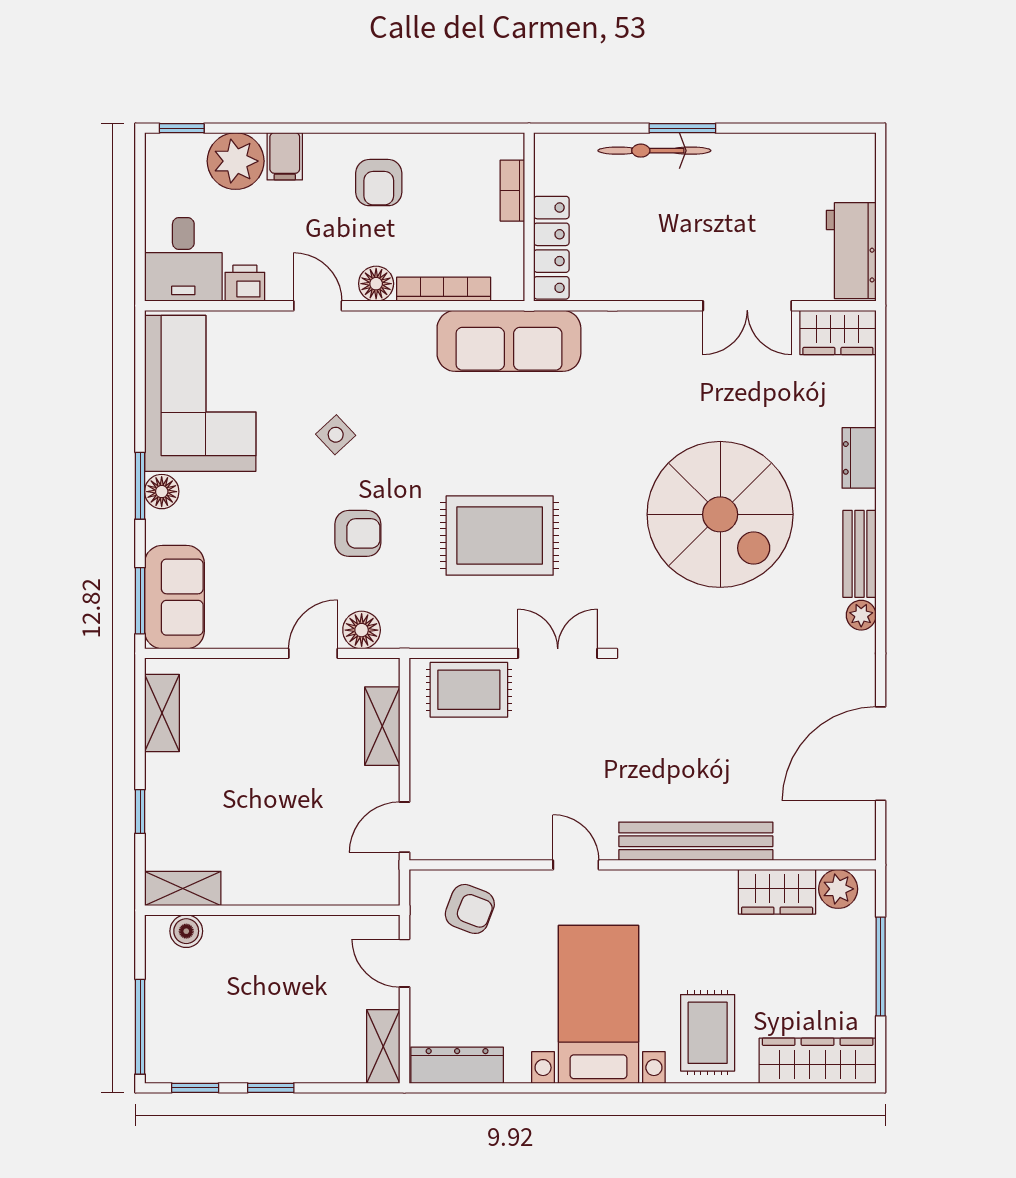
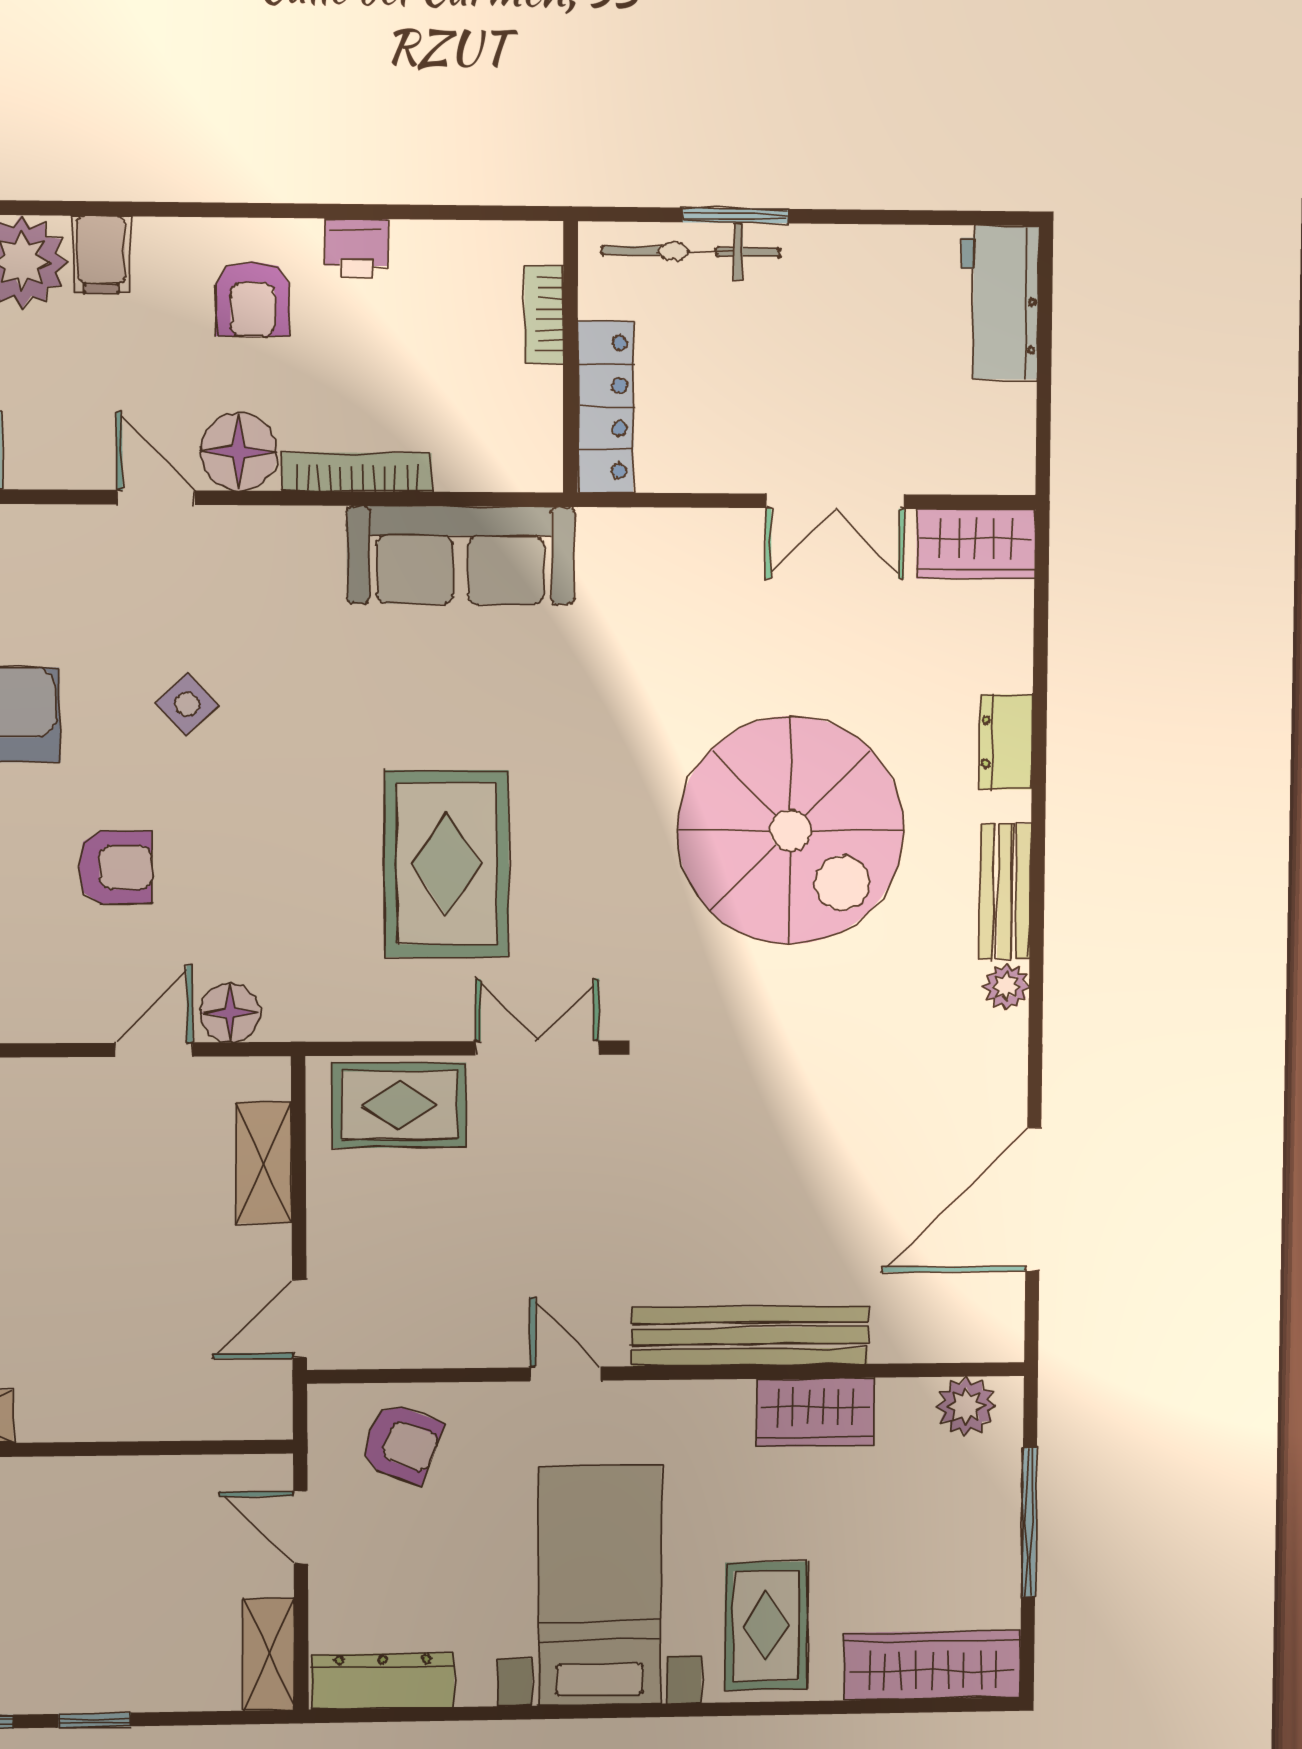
bookcase: (512, 191) -> (544, 315), moved
wall: (529, 217) -> (570, 357), moved
locker: (551, 248) -> (606, 407), moved
workbench: (851, 251) -> (999, 303), moved
printer: (245, 283) -> (356, 248), moved, turned 180
floor lamp: (376, 284) -> (239, 452), width x1.38, depth x1.38
armchair: (358, 533) -> (116, 867), moved
rug: (500, 536) -> (447, 864), turned 90
wardrobe: (777, 892) -> (815, 1412), moved

